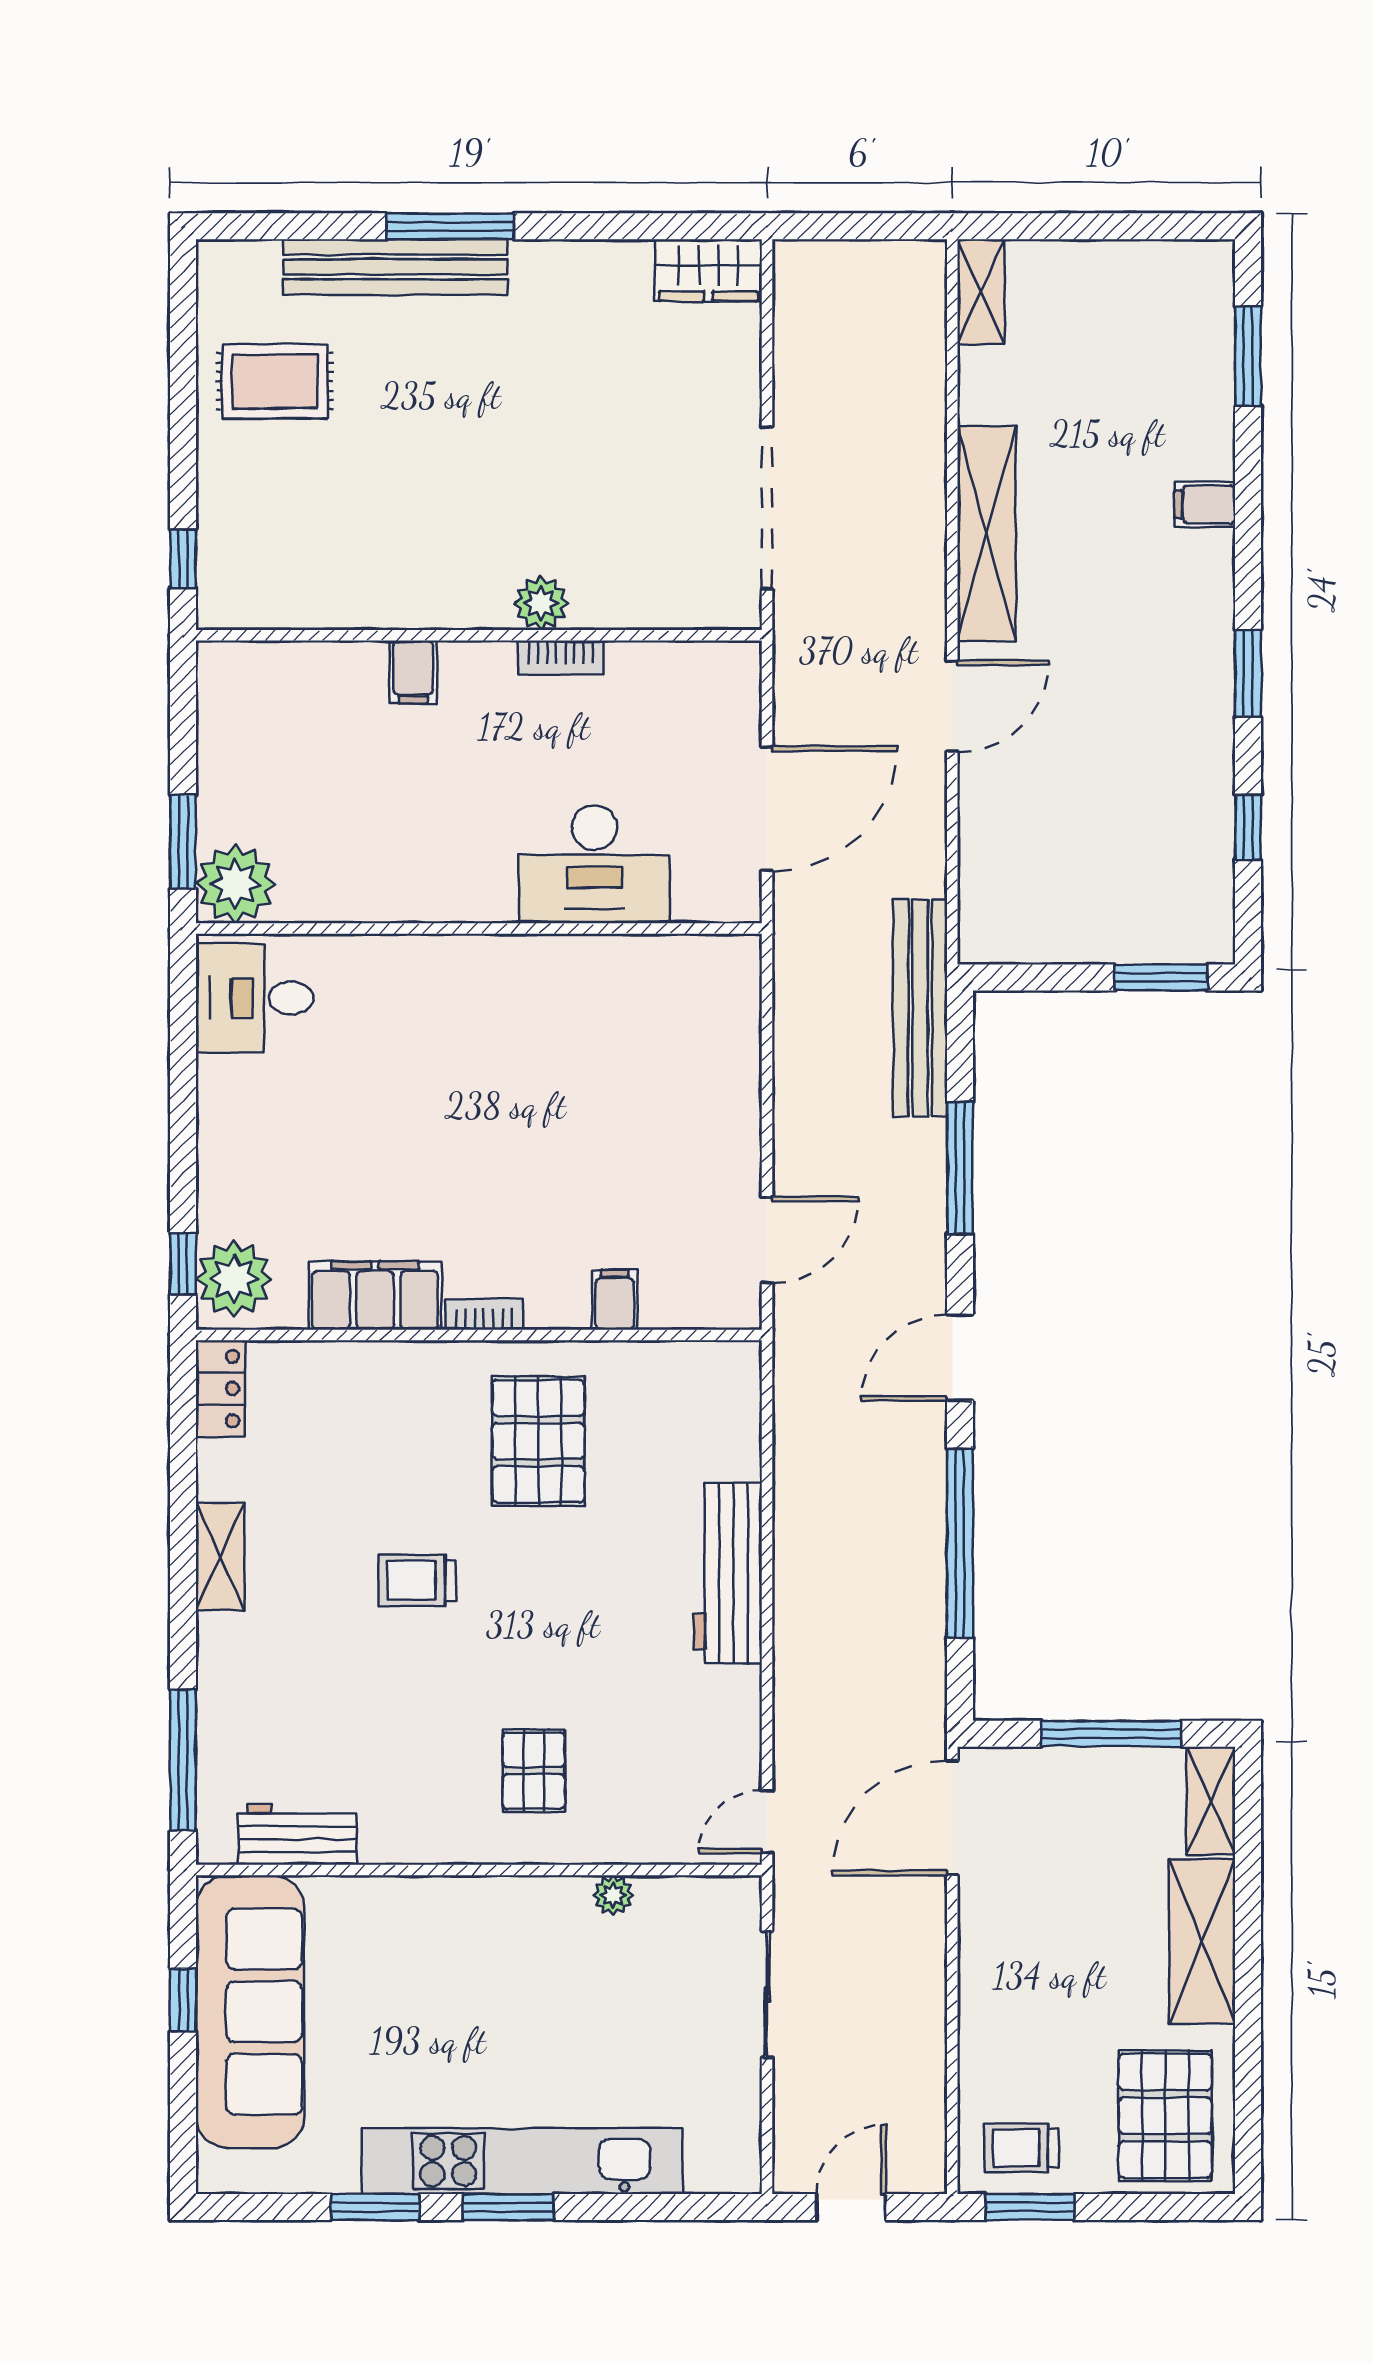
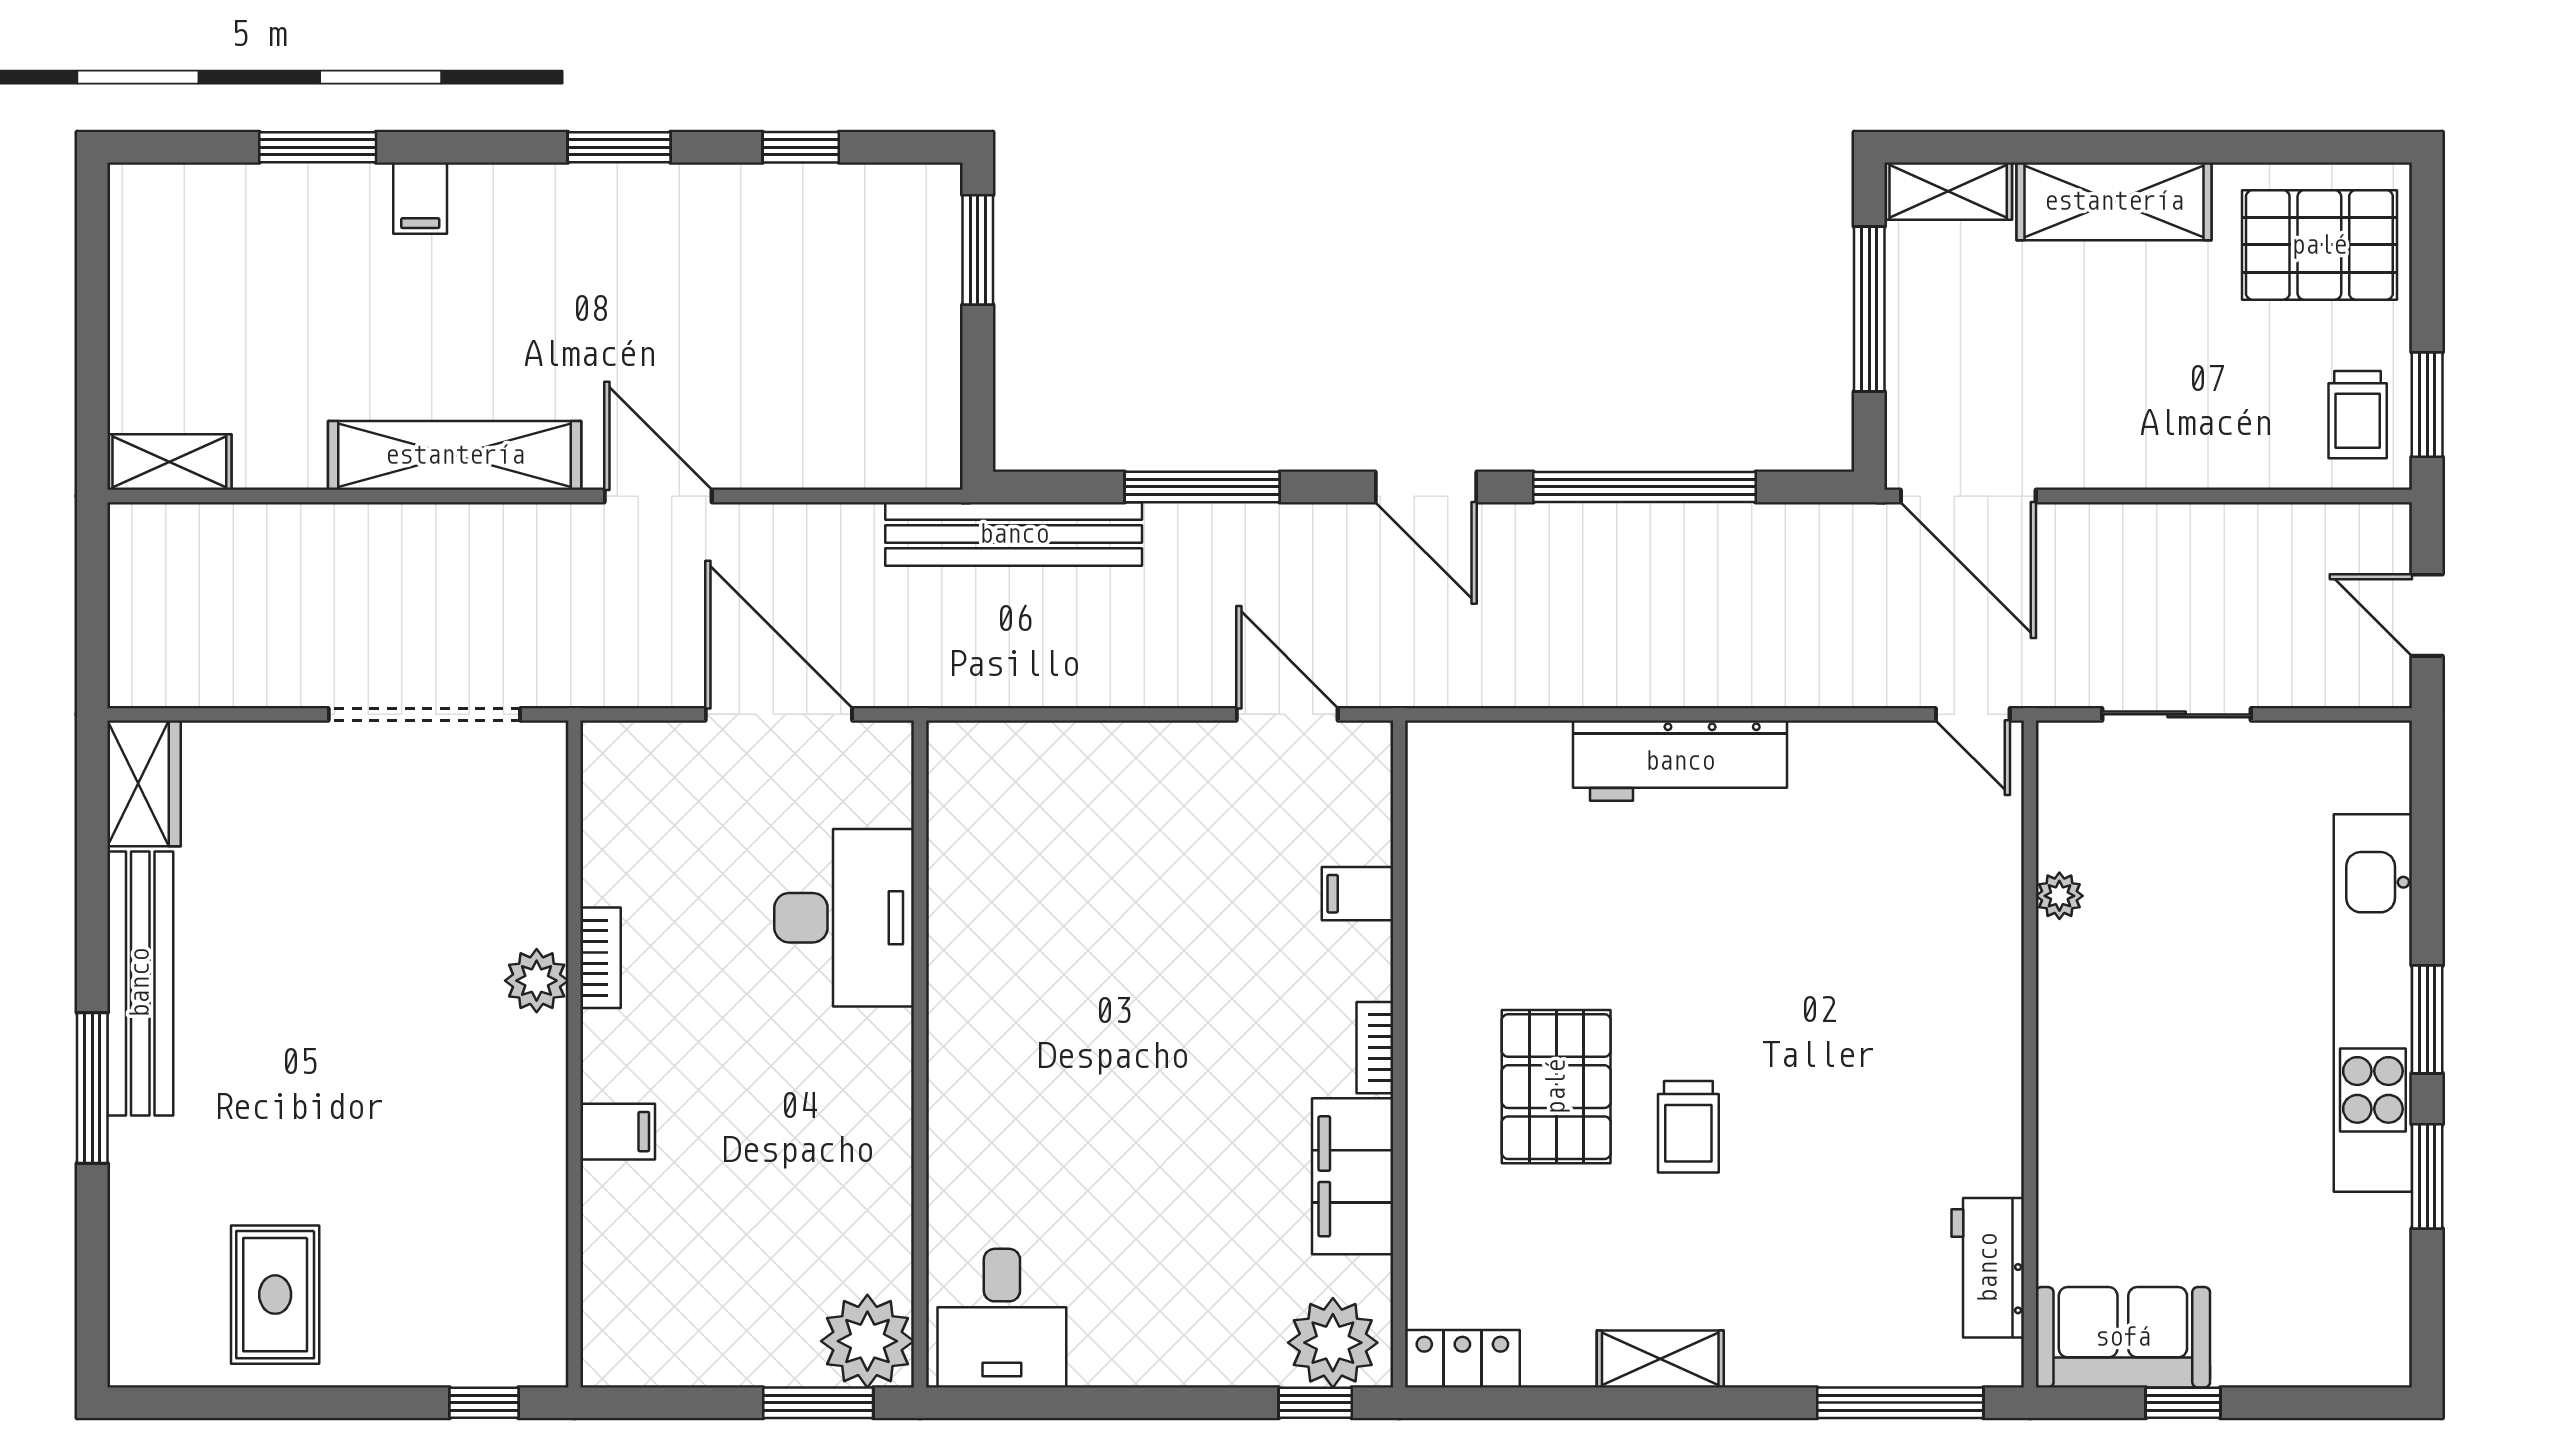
bench: (395, 267) -> (140, 983), moved
window: (1248, 356) -> (318, 147), moved
pallet: (538, 1441) -> (1556, 1087), moved, turned 90
pallet: (534, 1771) -> (1913, 989), removed
sofa: (250, 2012) -> (2123, 1337), width x0.54, depth x0.79

